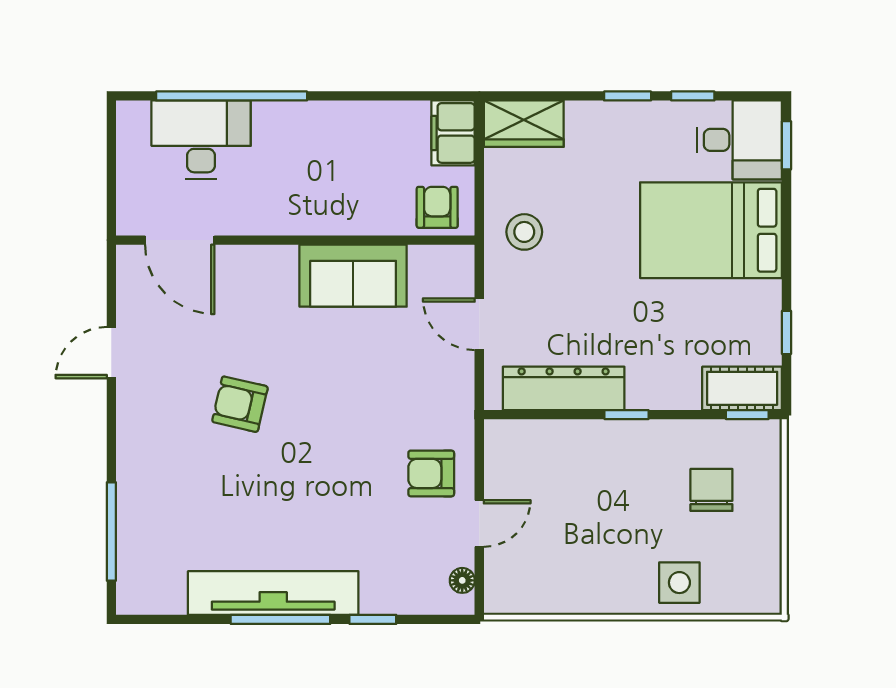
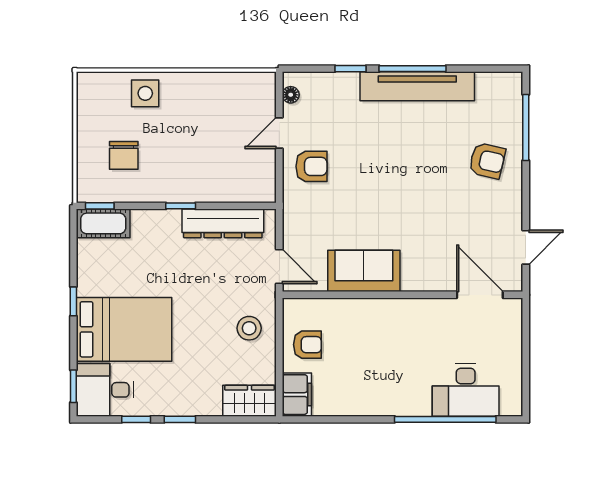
armchair: (437, 207) -> (307, 345), turned -90
door: (180, 240) -> (480, 295), moved
wall: (295, 240) -> (403, 295), moved
sofa: (353, 276) -> (364, 271), moved
window: (787, 332) -> (73, 301), moved
armchair: (240, 404) -> (487, 161), moved

